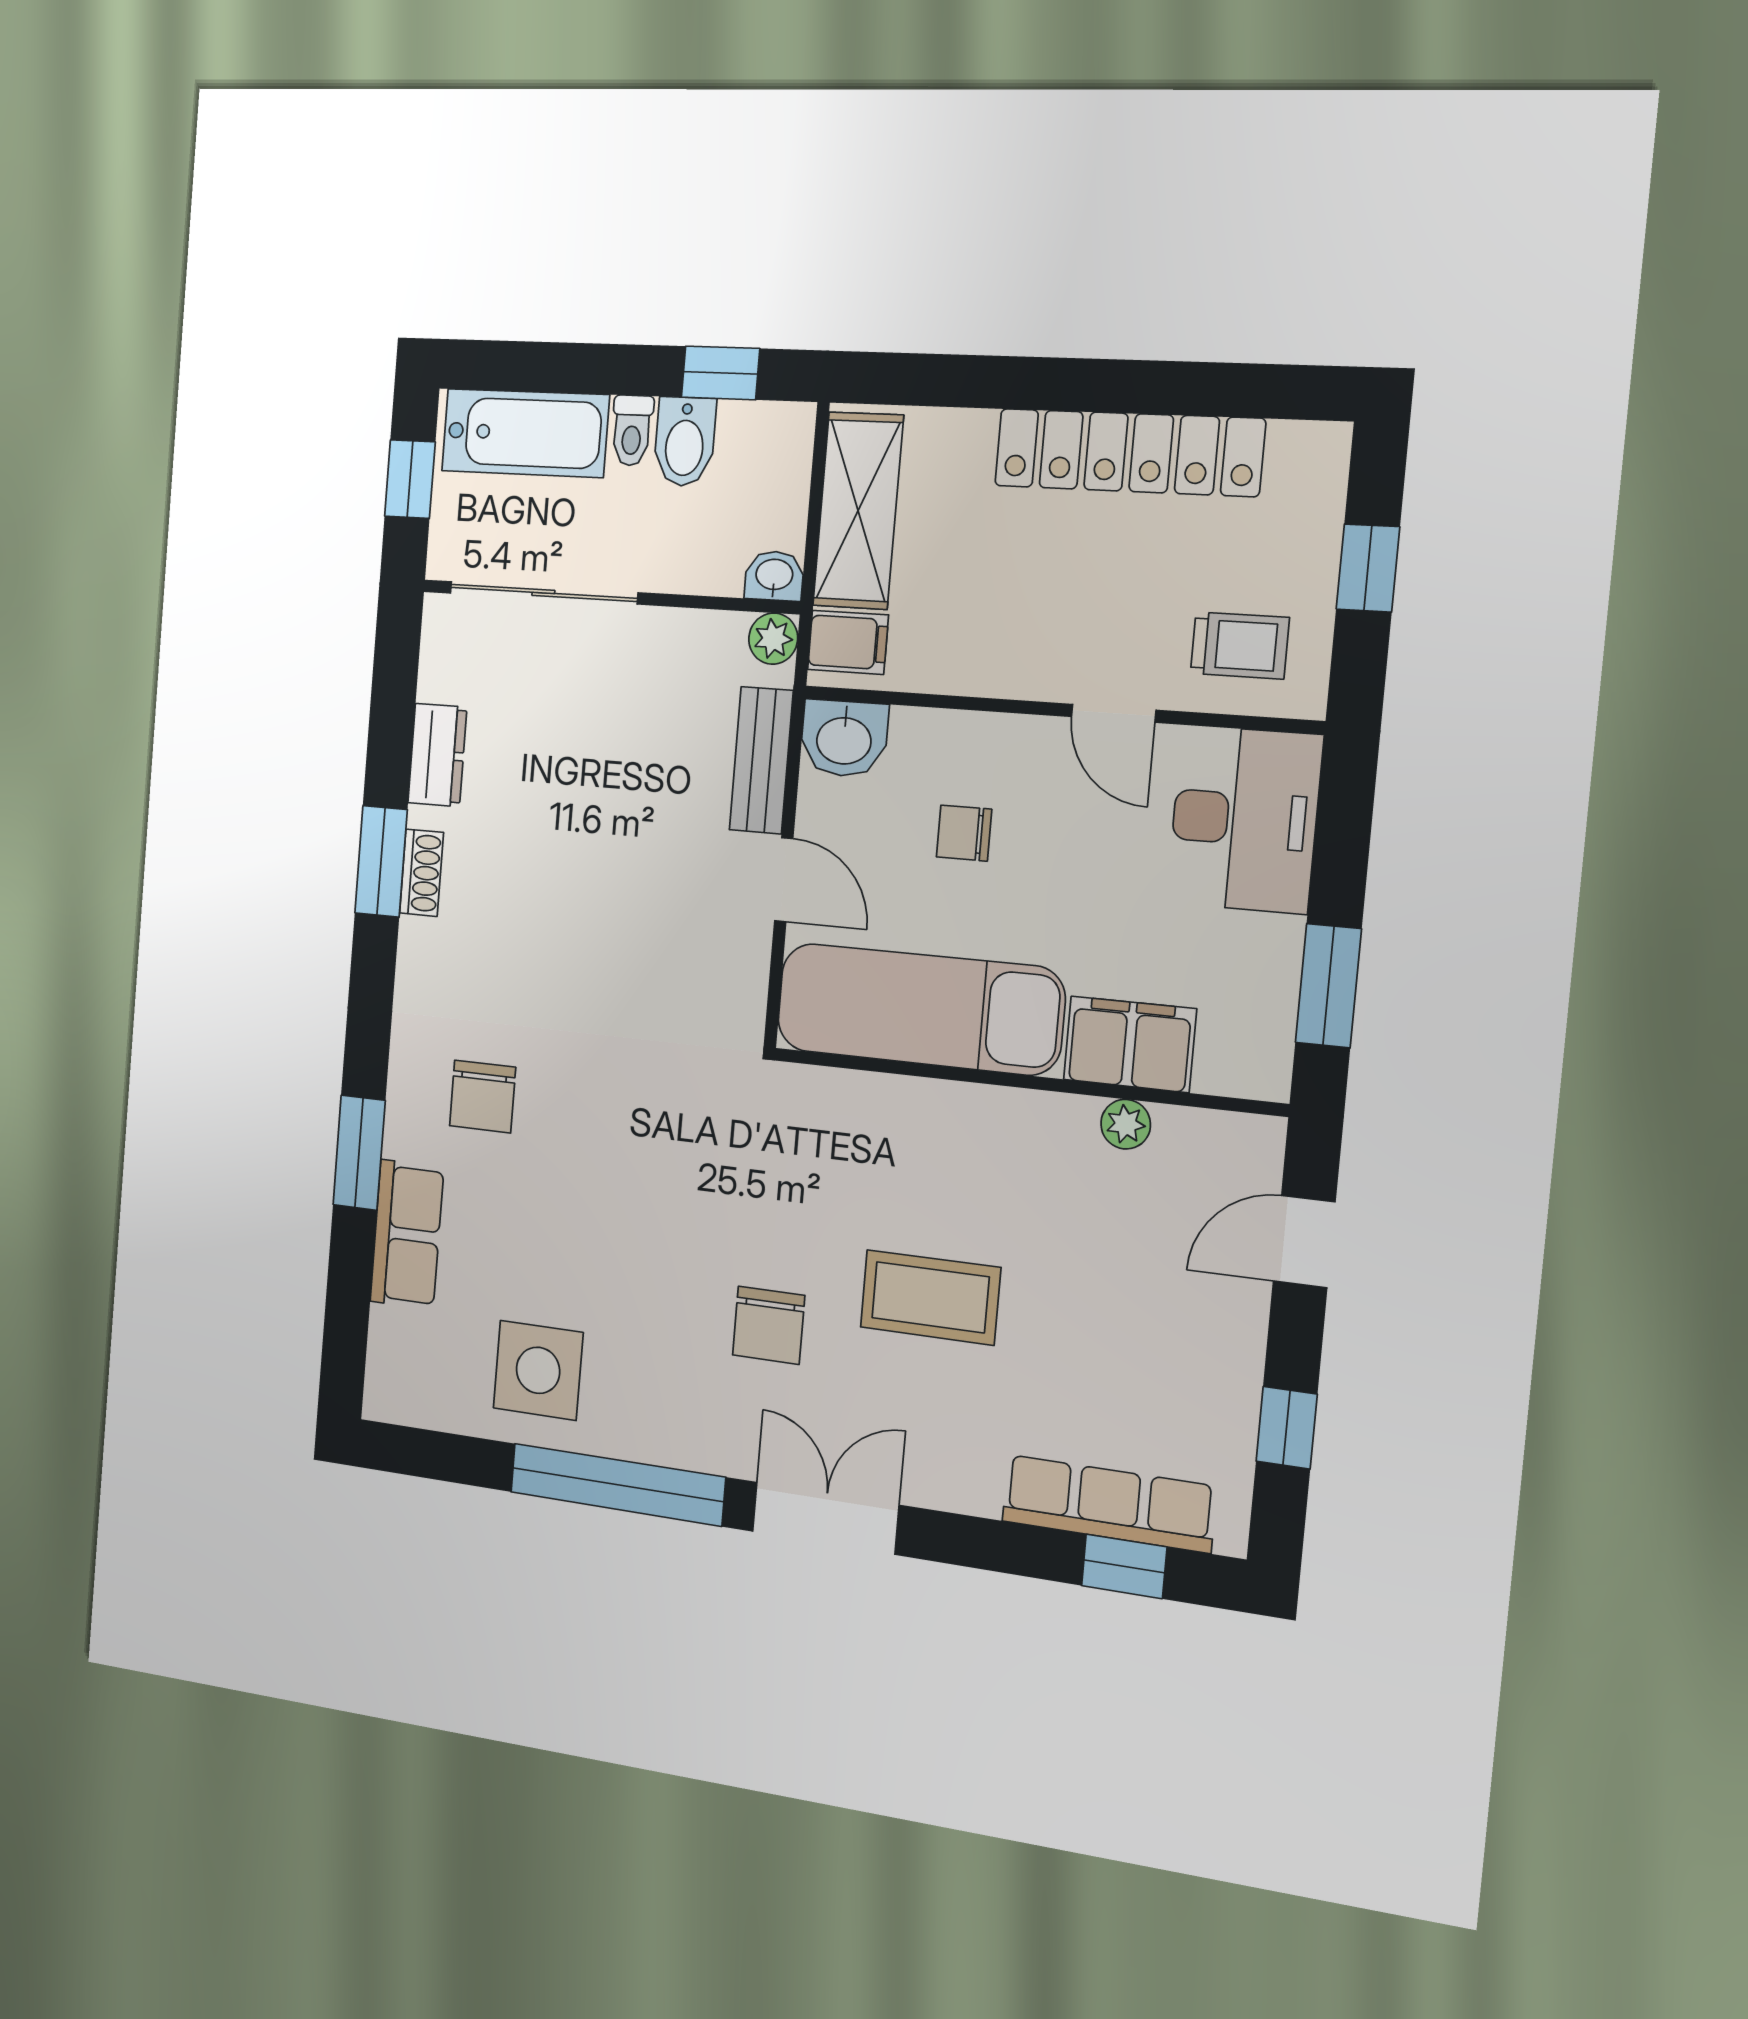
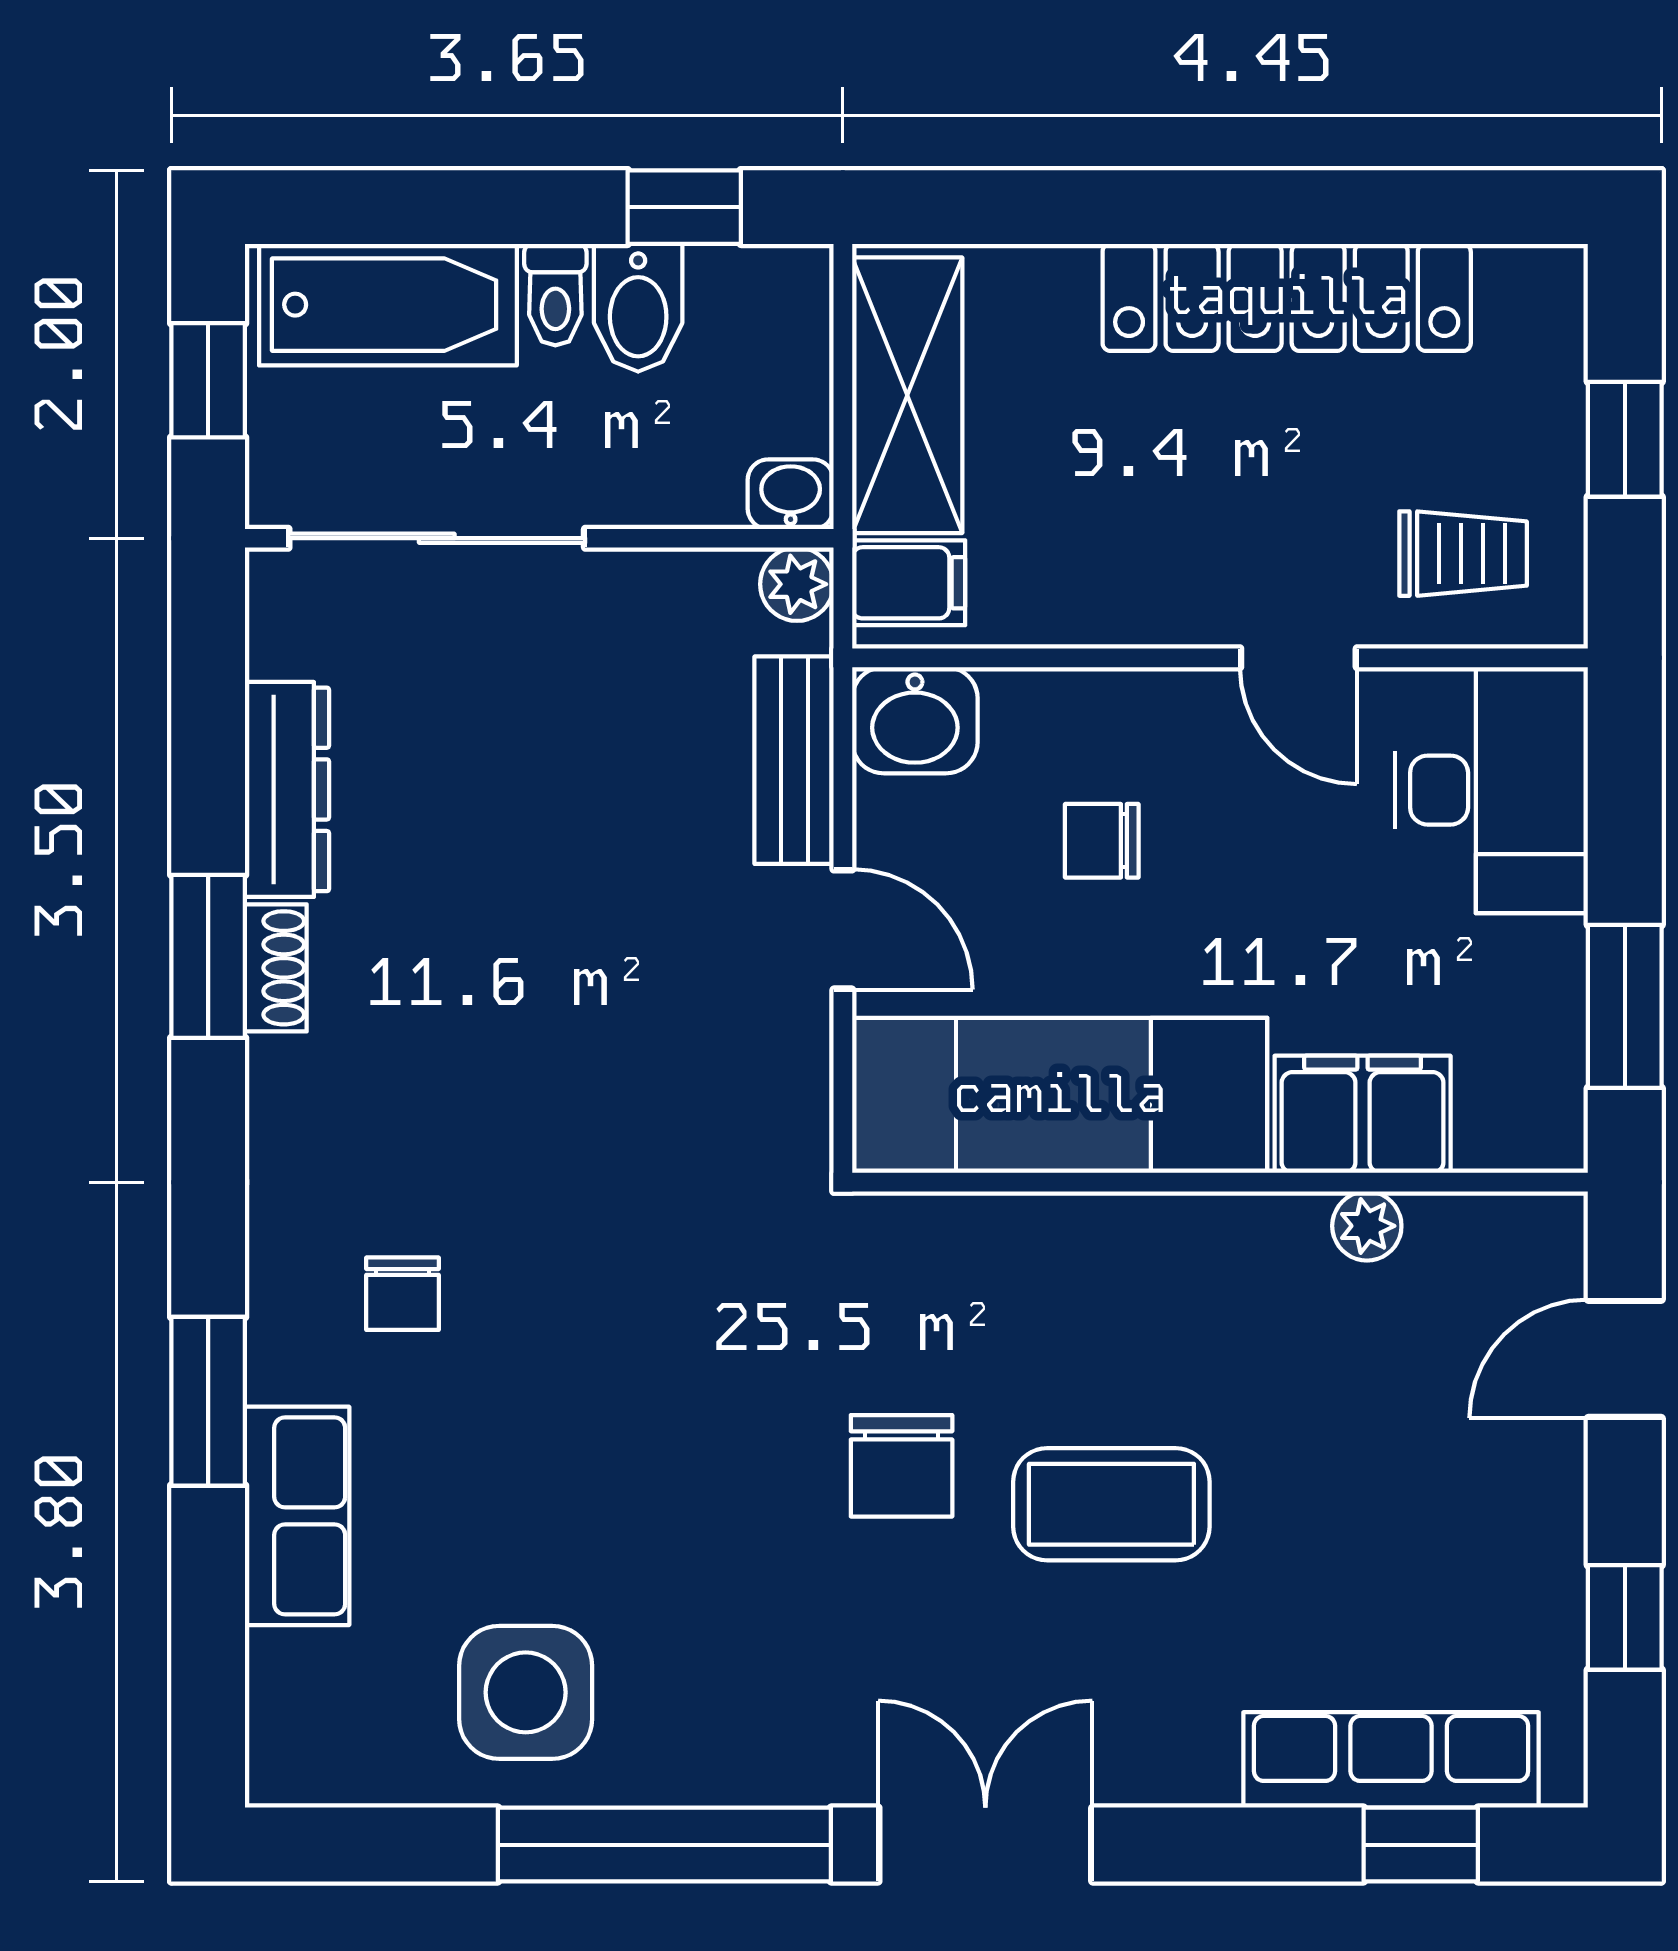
dresser: (437, 755) -> (287, 789), width x1.44
chair: (483, 1097) -> (402, 1294), width x0.73, depth x0.73
chair: (769, 1325) -> (902, 1466), moved

